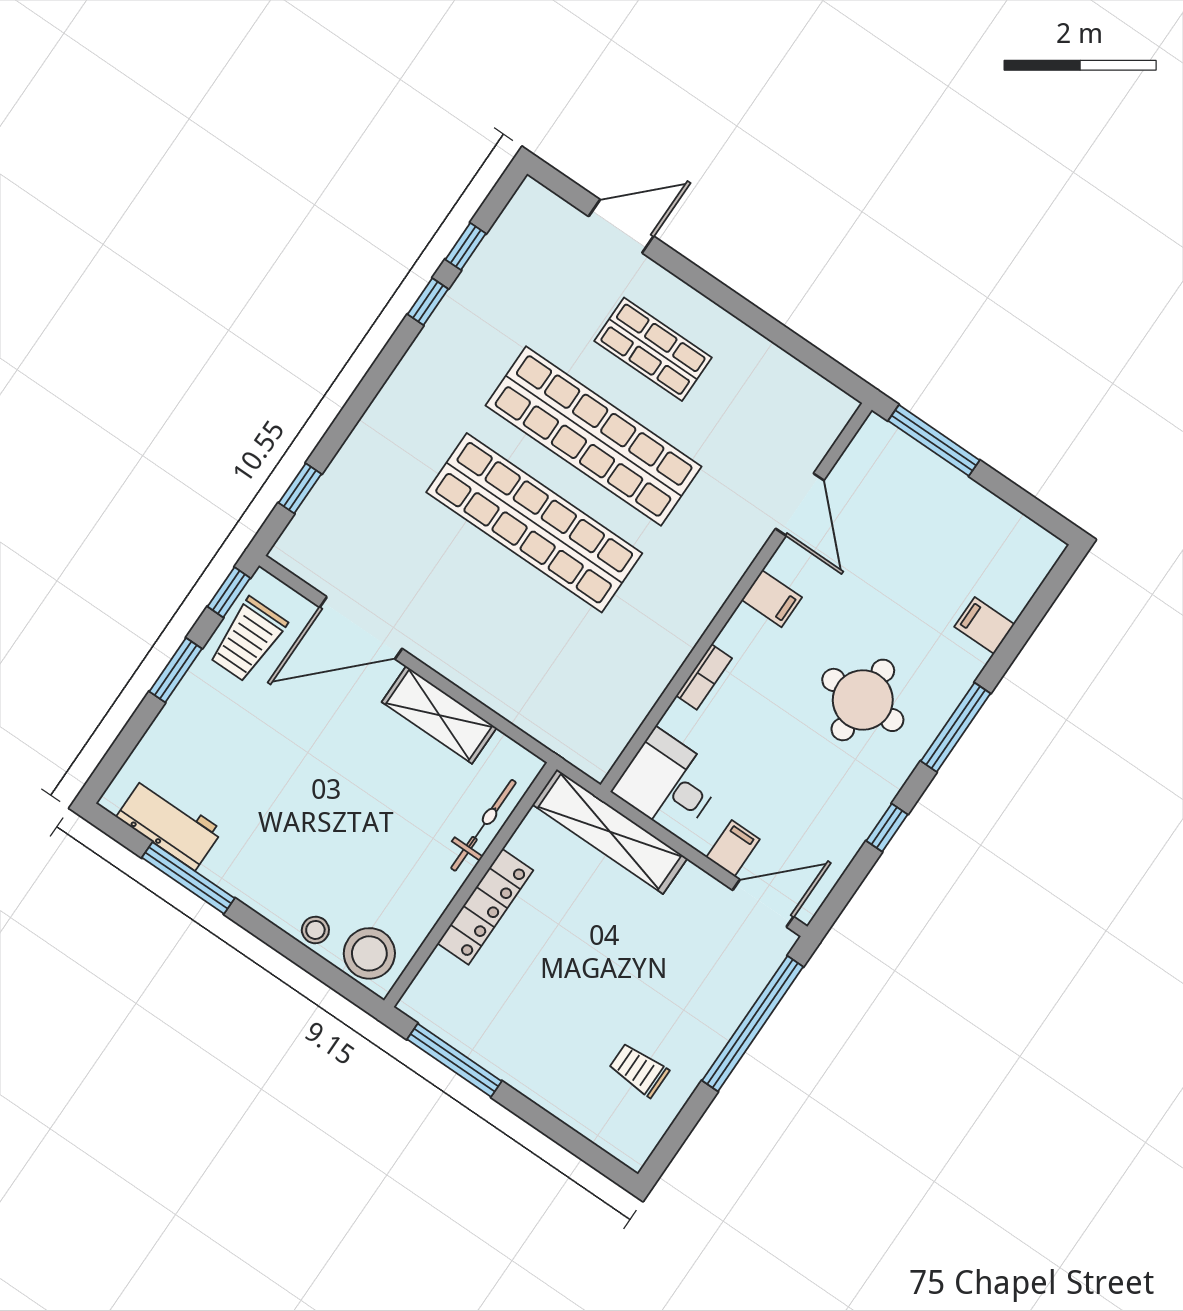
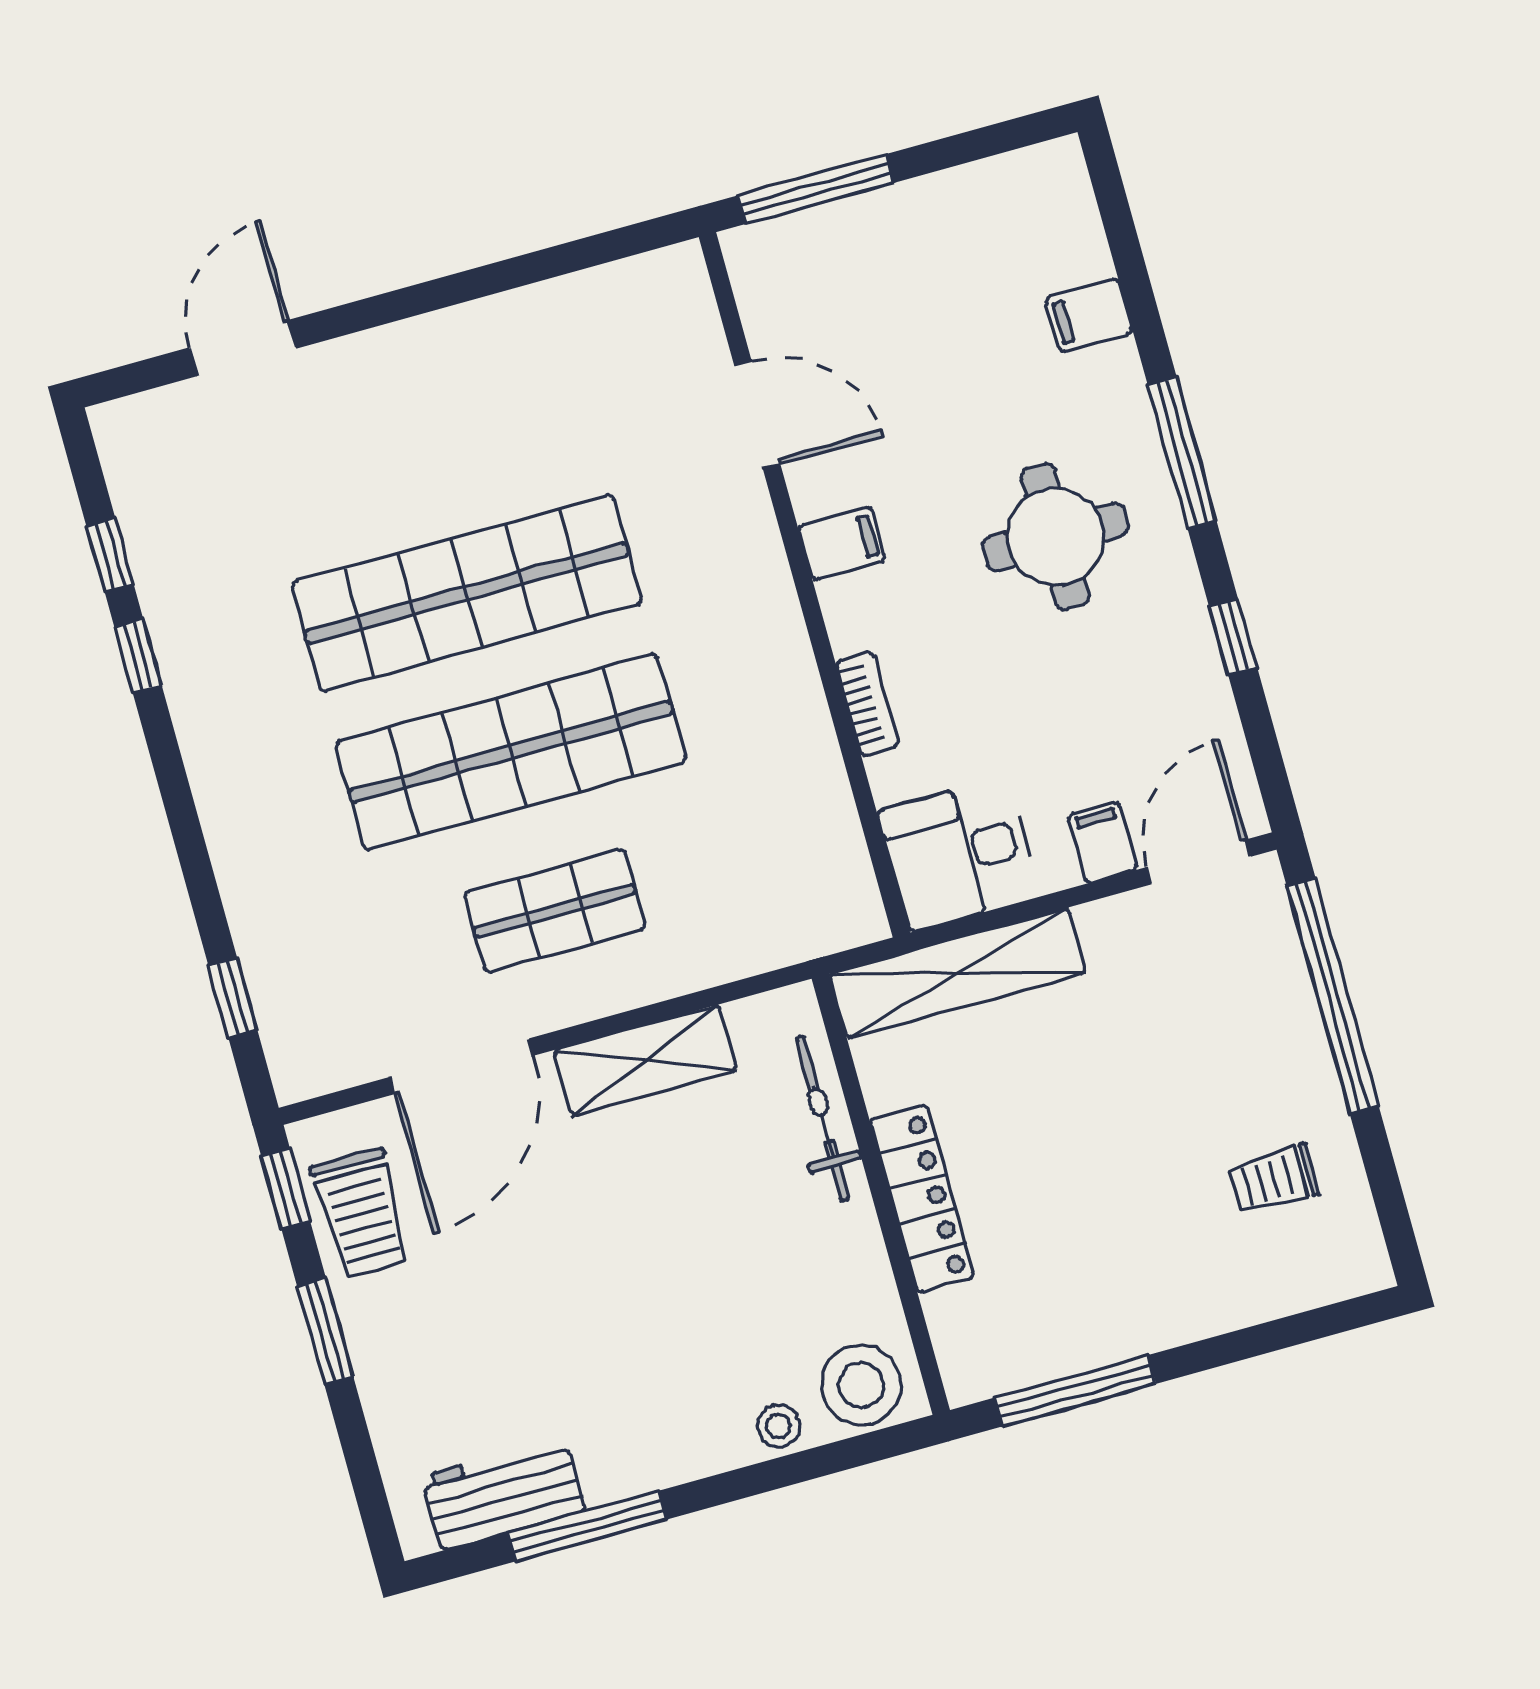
shop shelf: (653, 349) -> (555, 911), moved

